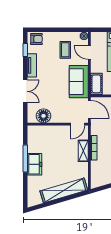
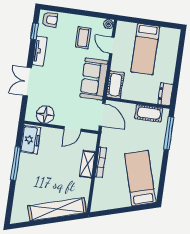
double door: (25, 91) -> (27, 82), swing flipped
door: (78, 124) -> (72, 129), moved
freezer: (35, 164) -> (30, 140), moved

